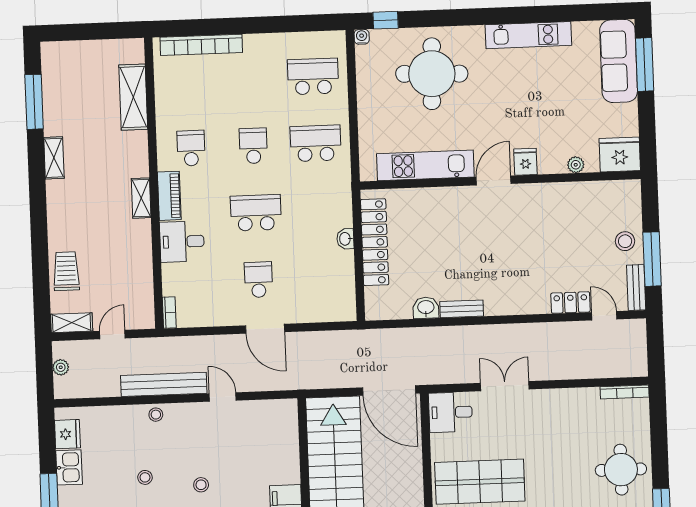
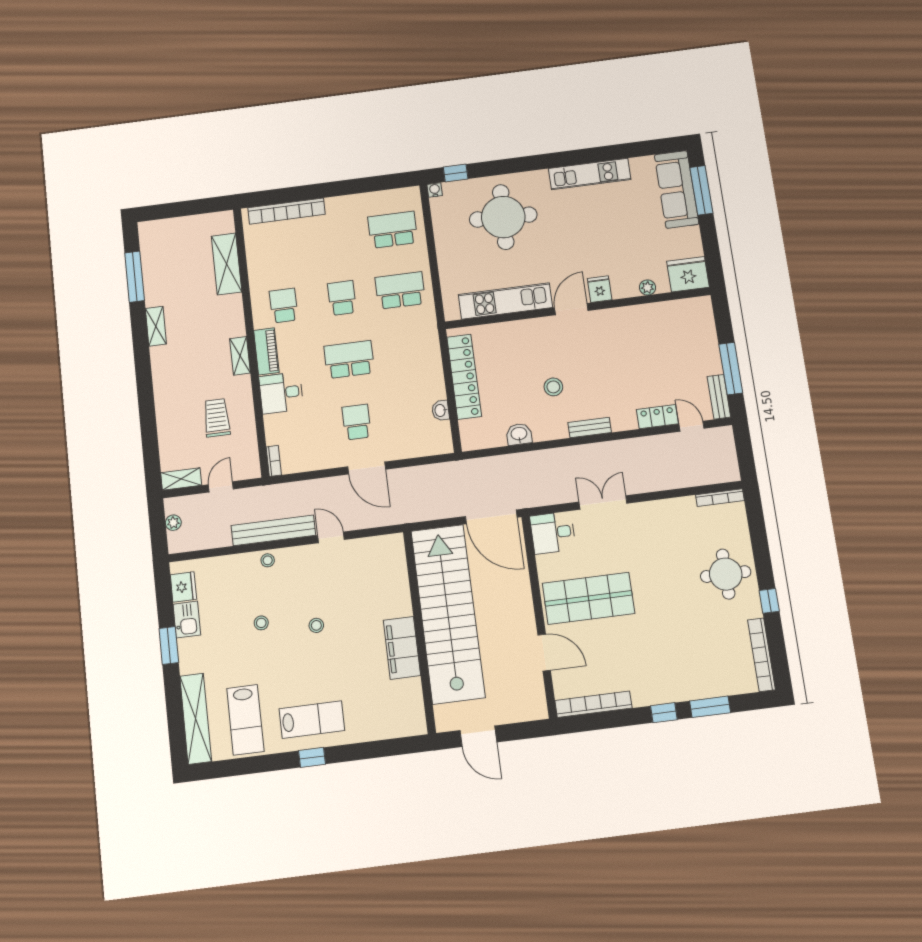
washbasin: (345, 239) -> (440, 410), moved
stool: (625, 241) -> (553, 387), moved
trolley: (66, 271) -> (217, 418), moved
bench: (462, 309) -> (590, 427), moved

